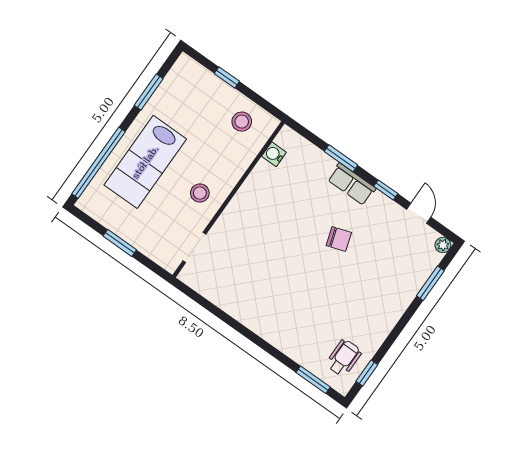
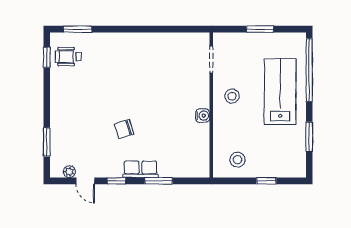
water cooler: (274, 154) -> (203, 116), moved
plant: (443, 245) -> (69, 172), moved
wheelchair: (344, 358) -> (68, 57), turned 90

